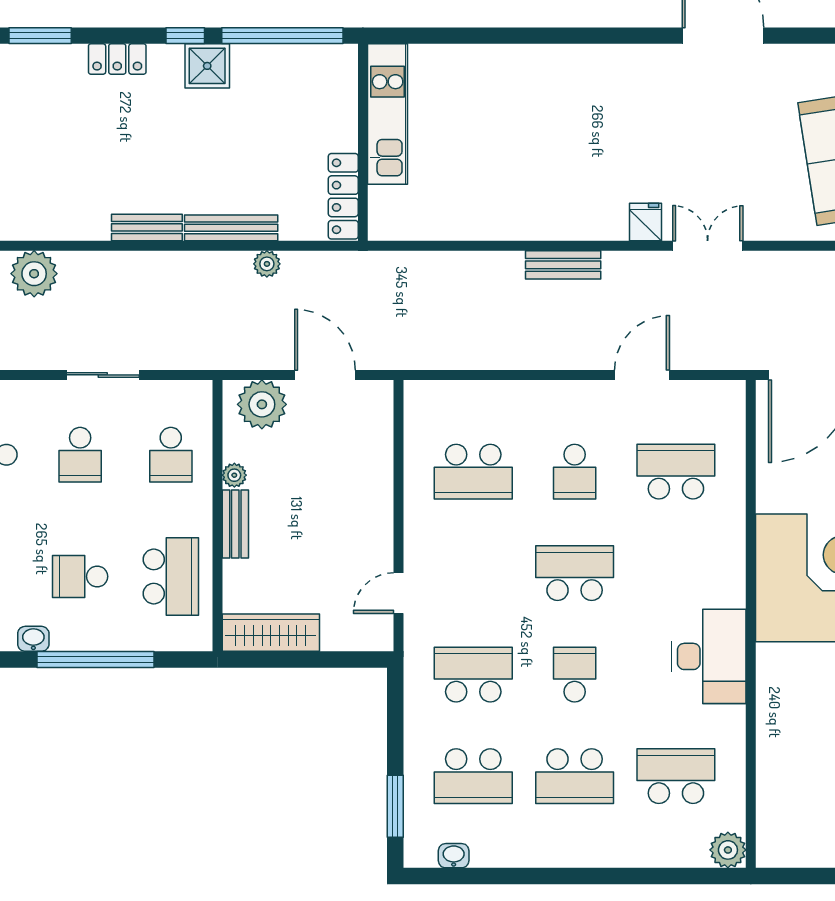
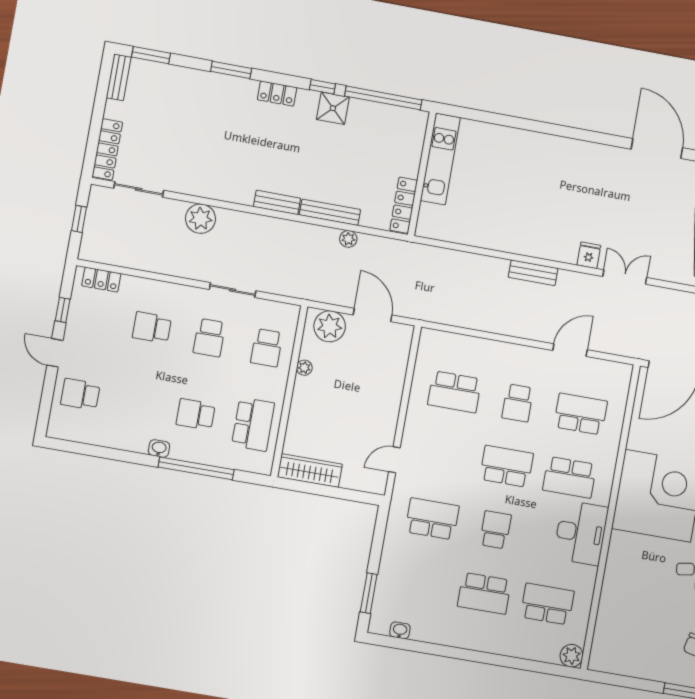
bench: (235, 524) -> (300, 398), removed
school desk: (473, 776) -> (569, 477), moved

